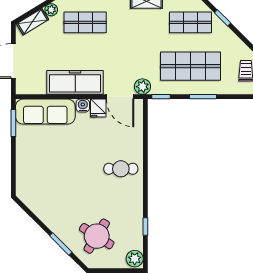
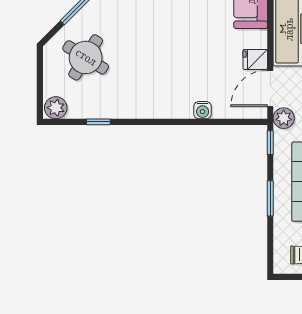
water cooler: (83, 106) -> (203, 110), moved, turned 90
cafe table: (121, 169) -> (175, 89), removed

